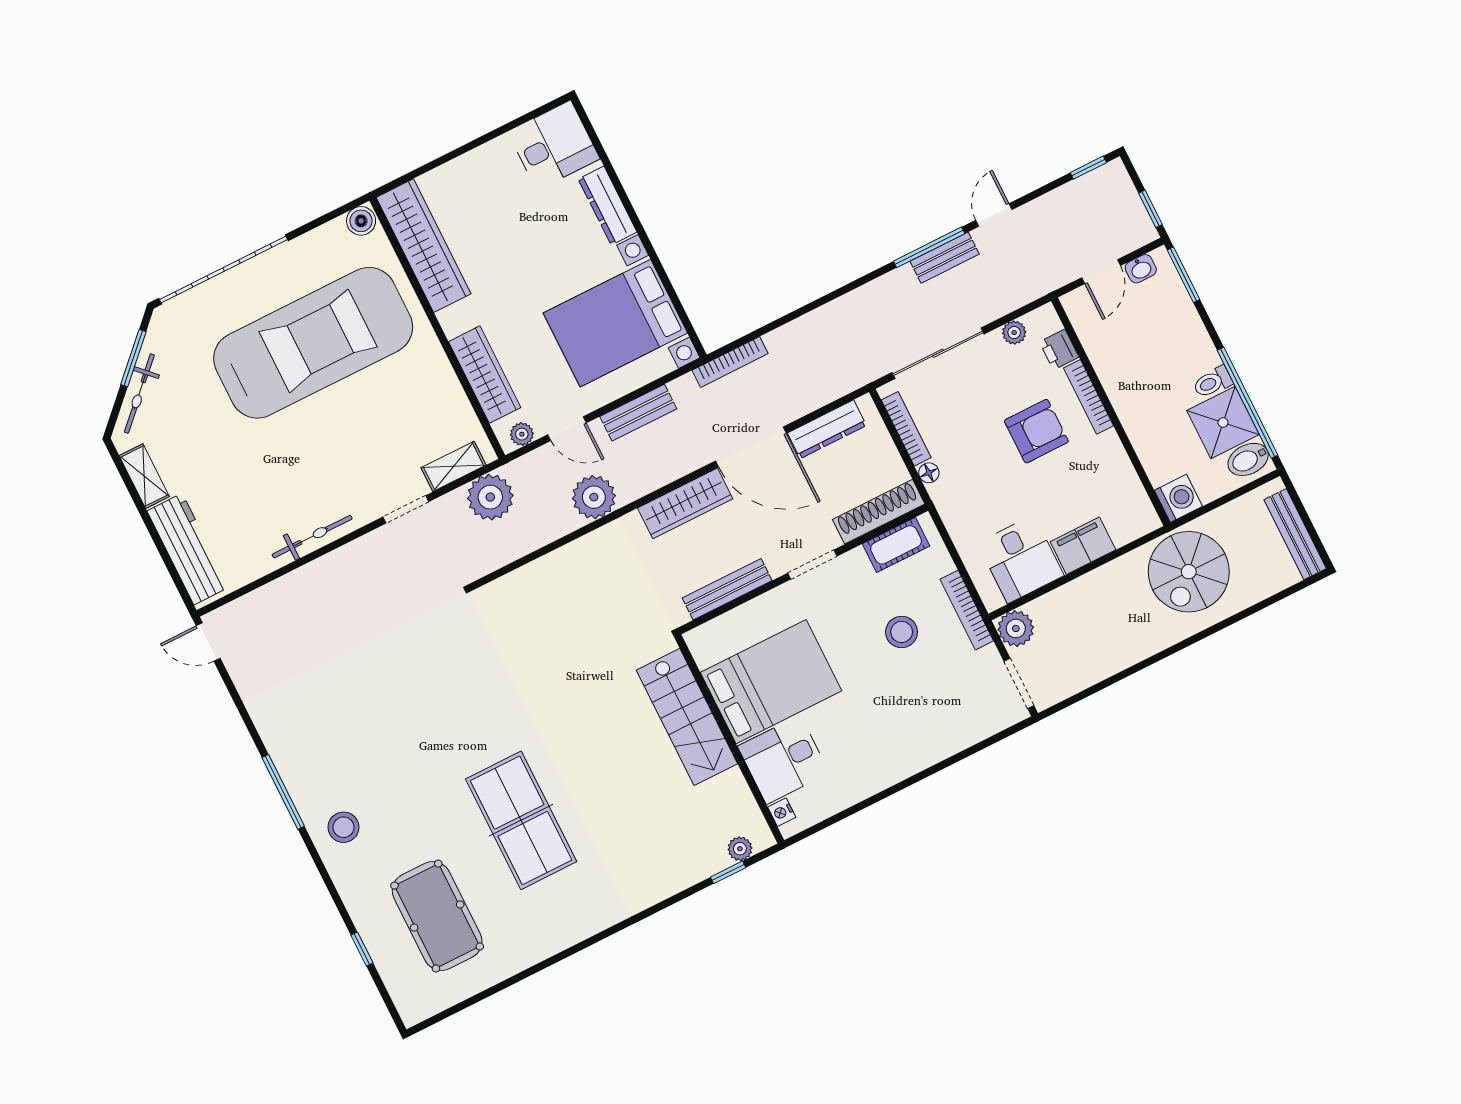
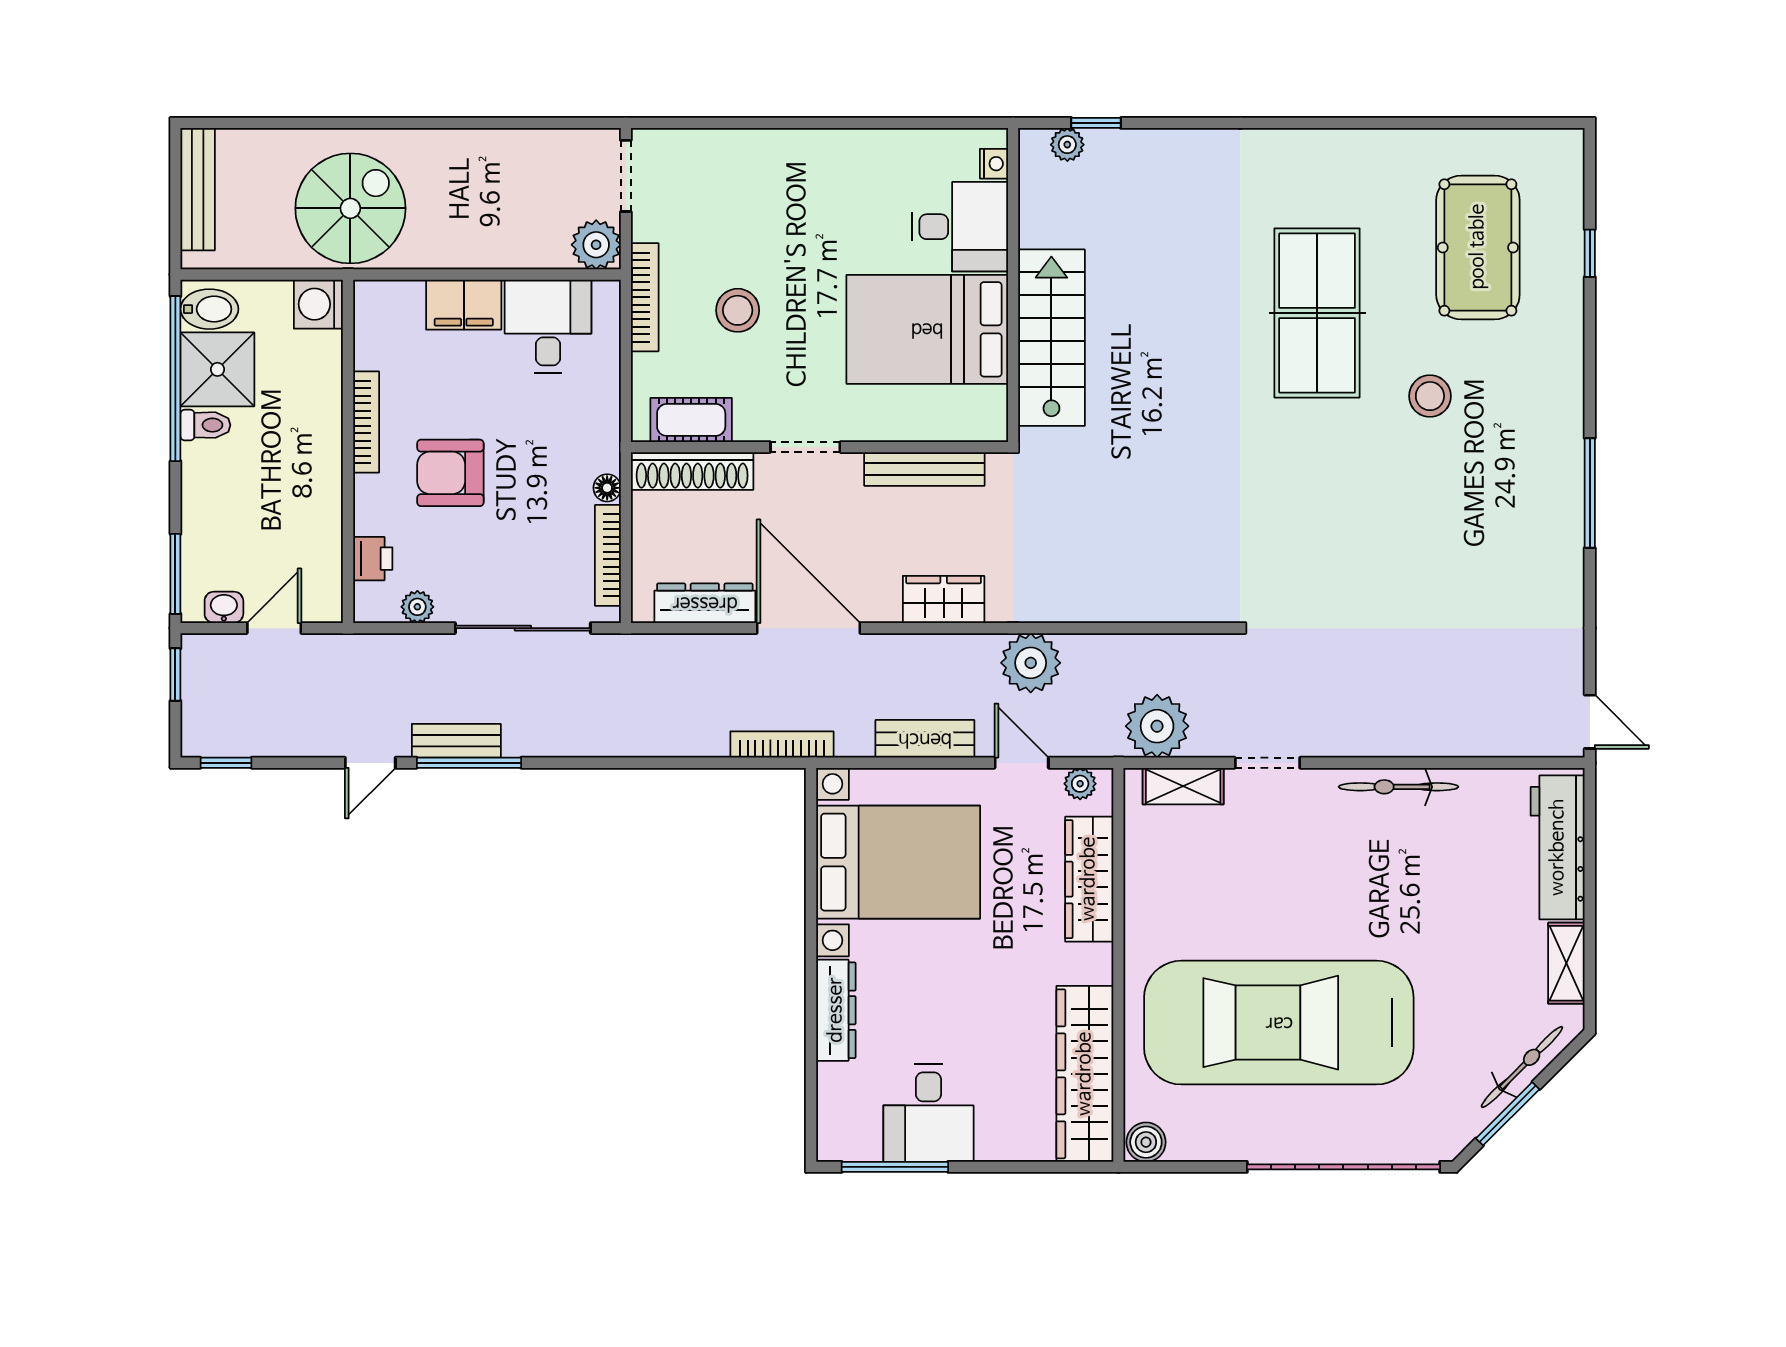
window: (517, 122) -> (895, 1167), added
desk: (554, 145) -> (928, 1113), moved, turned -90
bookcase: (1088, 397) -> (366, 422), moved
wardrobe: (685, 503) -> (944, 599), width x0.67
stool: (343, 827) -> (1430, 396), moved

